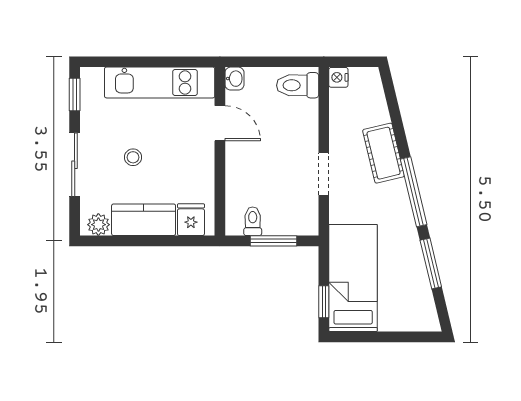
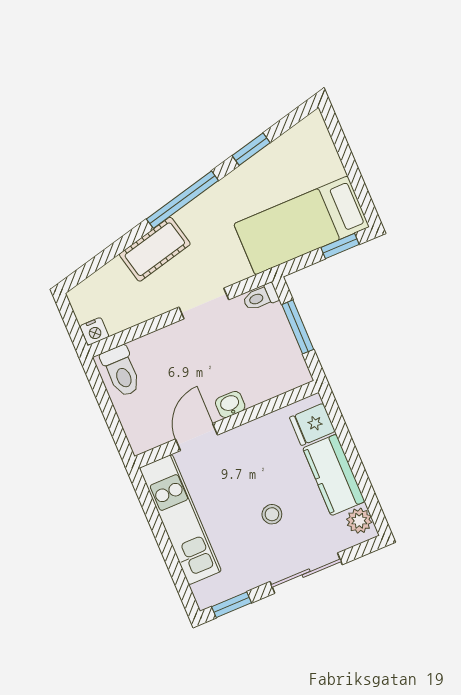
washbasin: (234, 79) -> (230, 404), moved
toilet: (253, 221) -> (261, 297), moved
window: (431, 264) -> (251, 149), width x0.67

